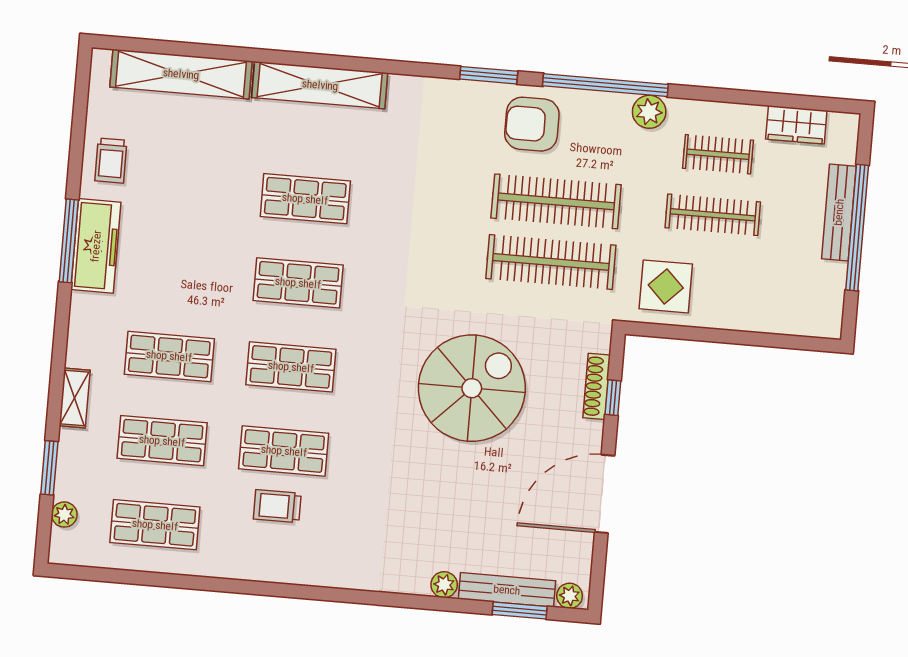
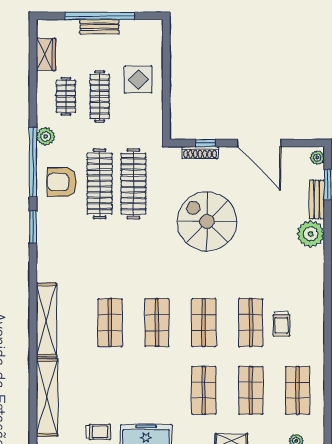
armchair: (532, 124) -> (62, 182), moved, turned 90
bench: (839, 212) -> (99, 27), width x0.73
display table: (666, 286) -> (138, 80), moved
plant: (444, 585) -> (311, 234), width x1.87, depth x1.87
bench: (507, 590) -> (317, 199), width x0.73

